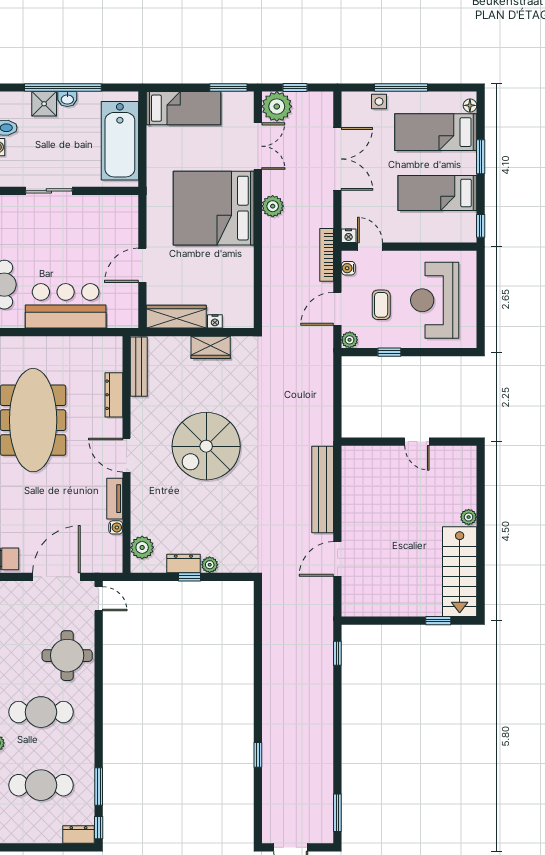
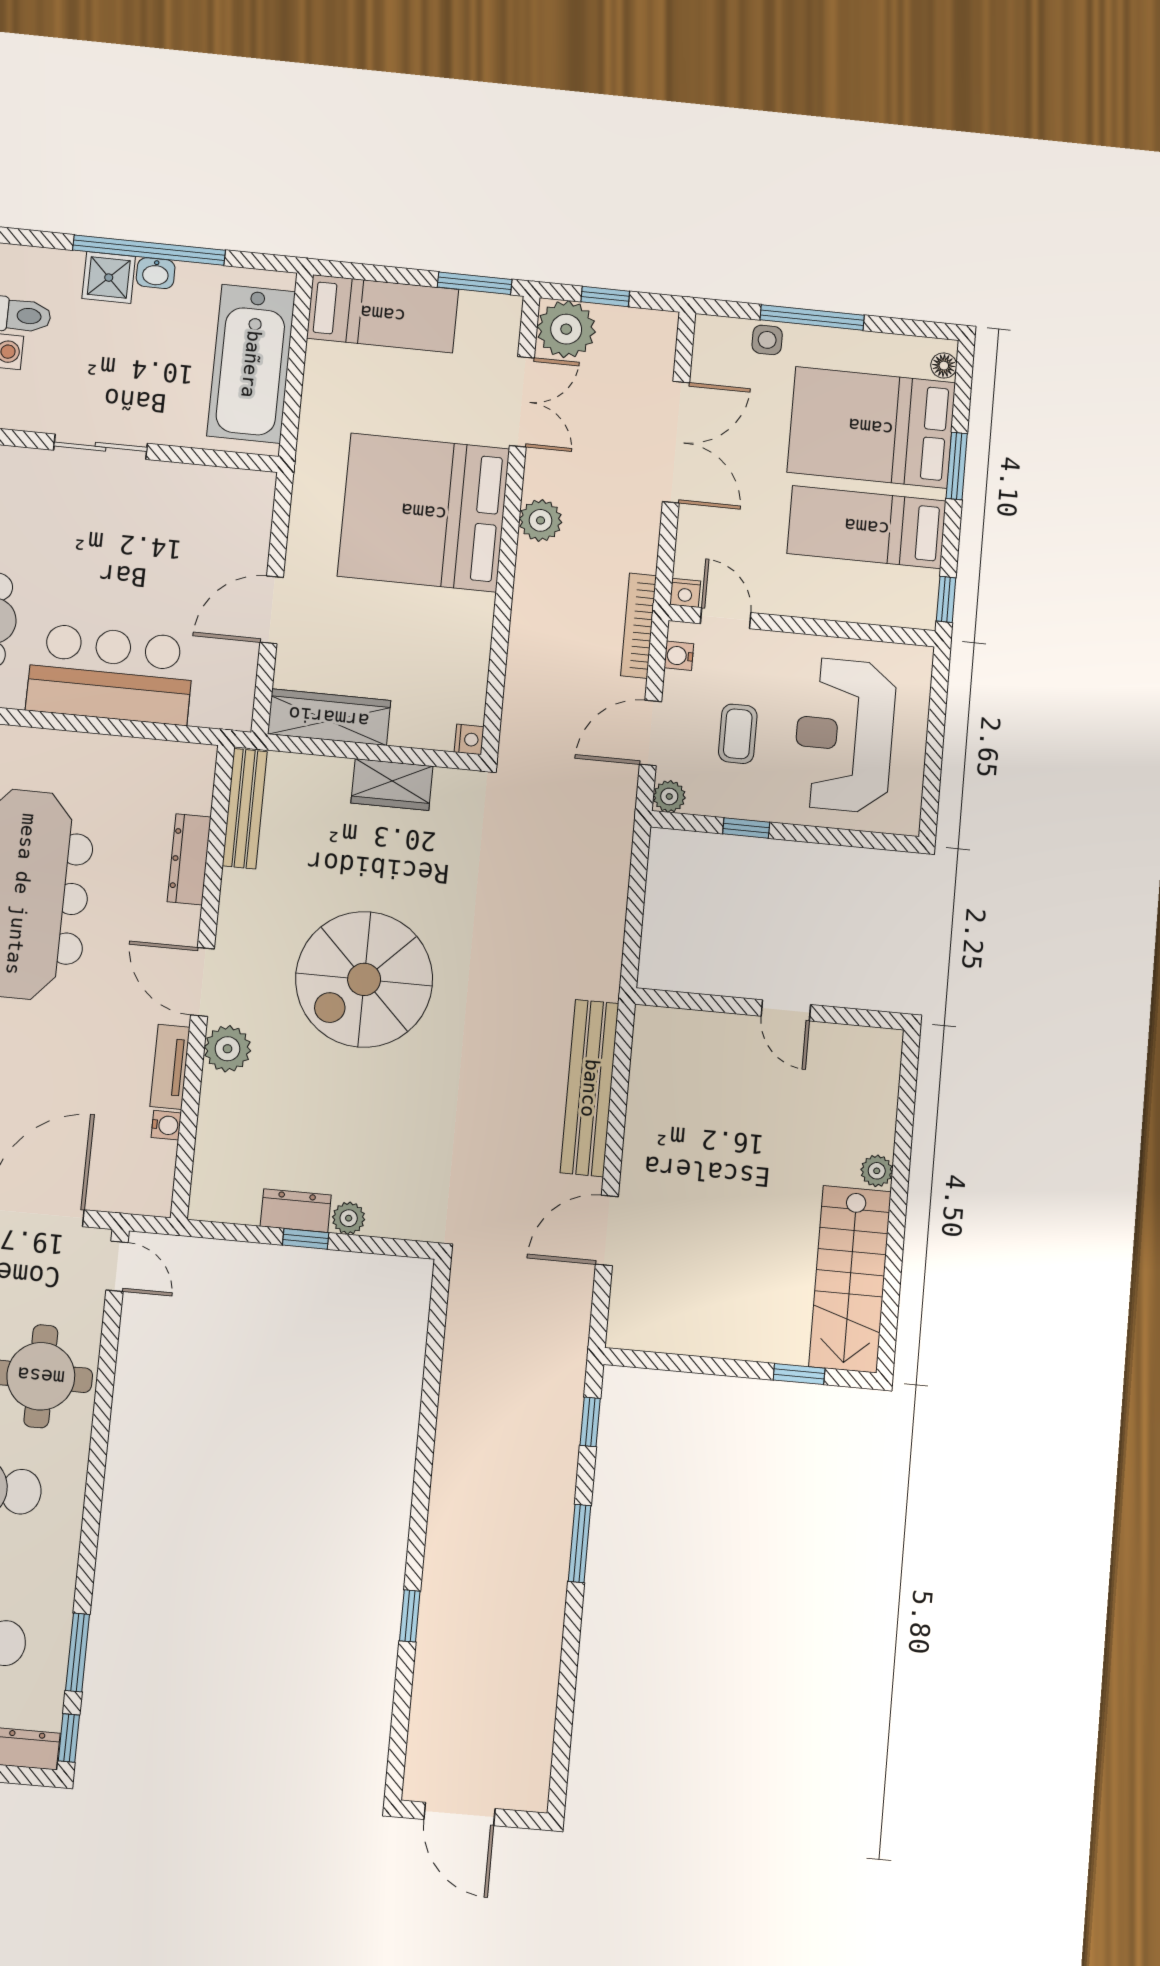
bed: (436, 132) -> (871, 427), width x1.50
nightstand: (215, 321) -> (469, 739), moved, turned -90
plant: (142, 547) -> (228, 1049), moved
window: (337, 813) -> (579, 1544), moved

